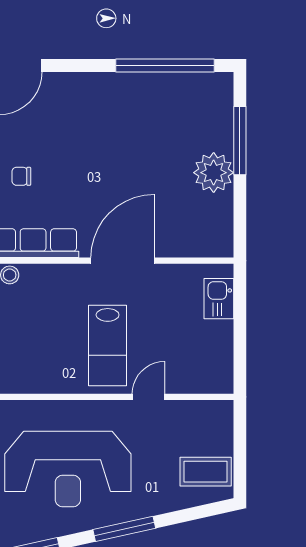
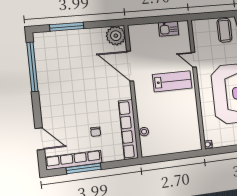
plant: (214, 173) -> (116, 36), moved
door: (123, 261) -> (130, 66), moved
kitchen sink: (219, 299) -> (168, 29), moved

